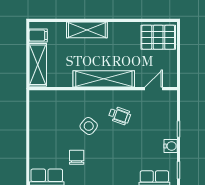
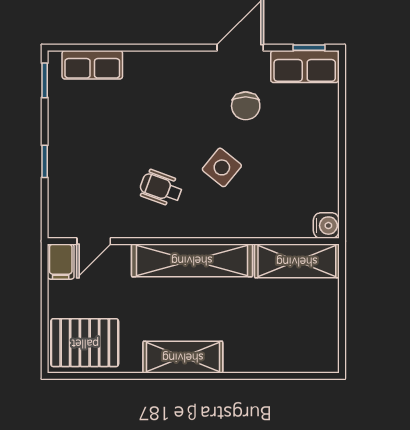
shelving: (87, 30) -> (183, 357), moved
filing cabinet: (38, 35) -> (61, 262), moved, turned -90
shelving: (38, 65) -> (297, 261), moved, turned 90
water cooler: (171, 146) -> (326, 226), moved, turned 180

